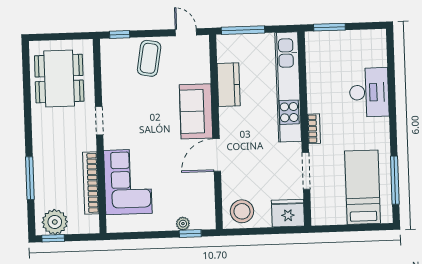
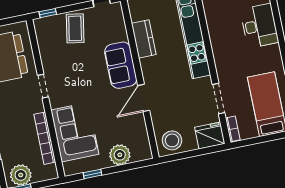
bookcase: (314, 129) -> (233, 129), moved
plant: (183, 224) -> (120, 155), width x1.88, depth x1.88
window: (190, 234) -> (92, 174), moved

